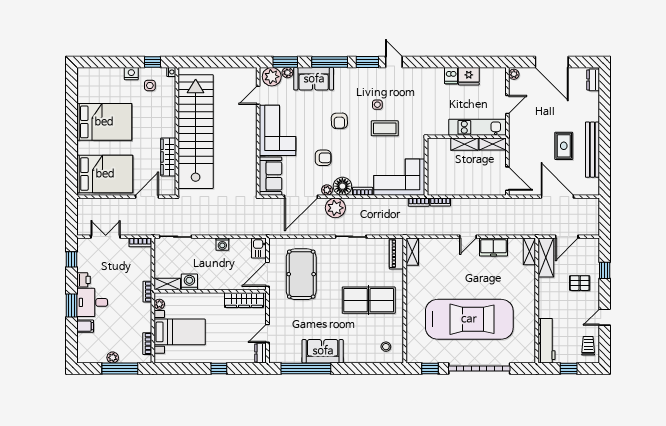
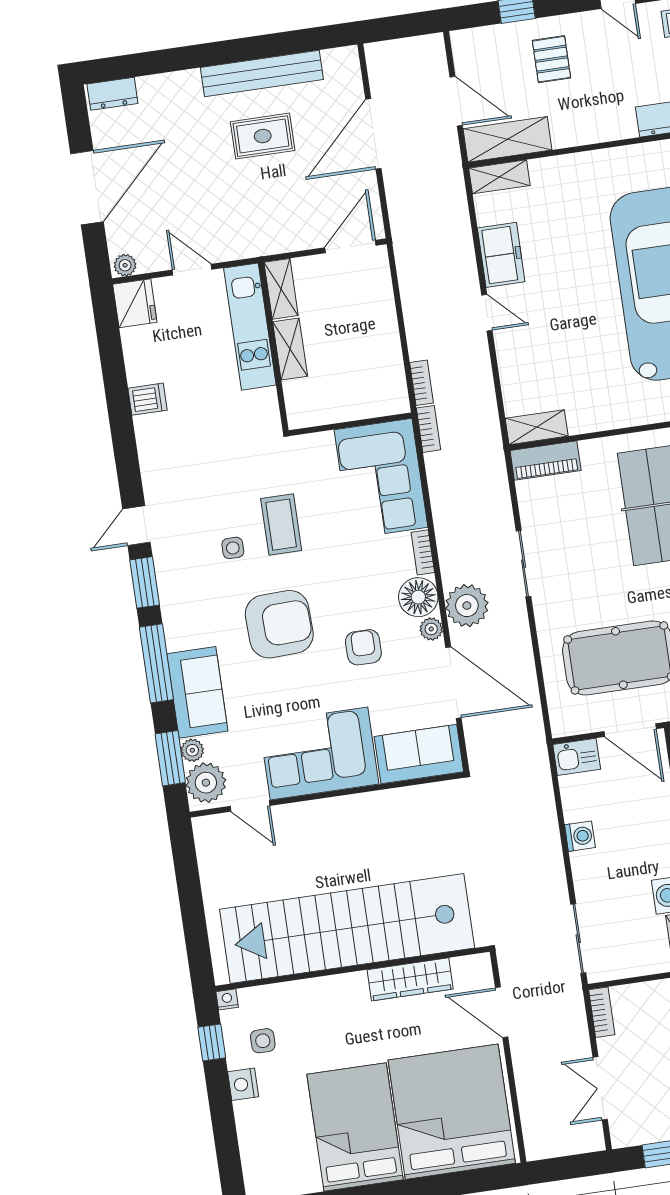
fridge: (469, 76) -> (135, 303), moved
armchair: (339, 121) -> (279, 624), width x1.88, depth x1.88
bed: (105, 174) -> (452, 1112), width x1.36

